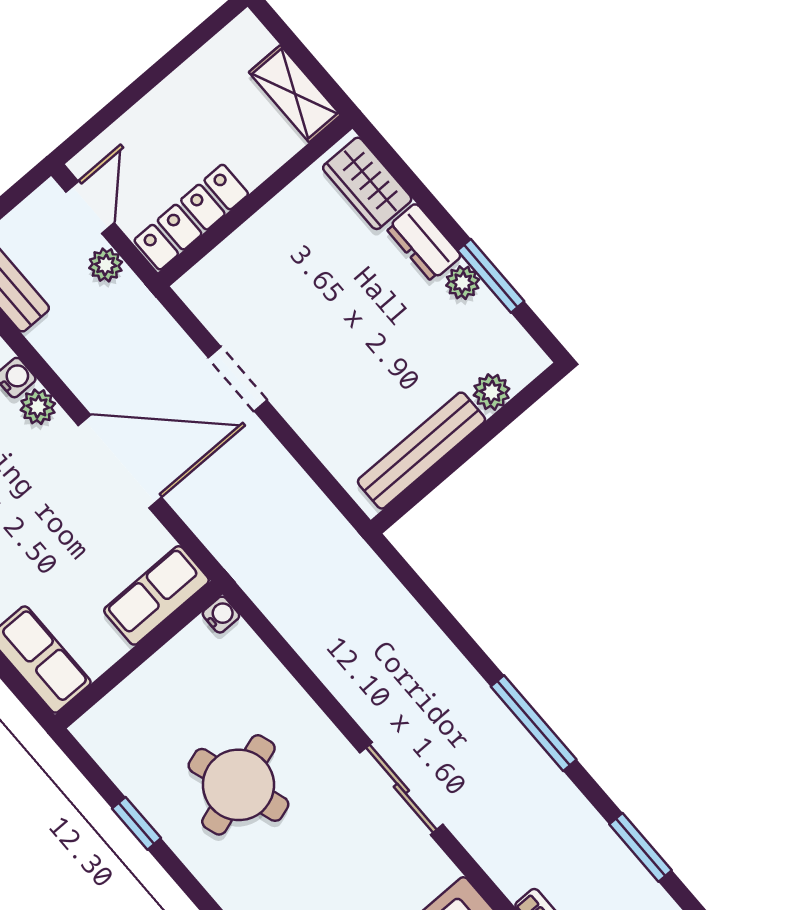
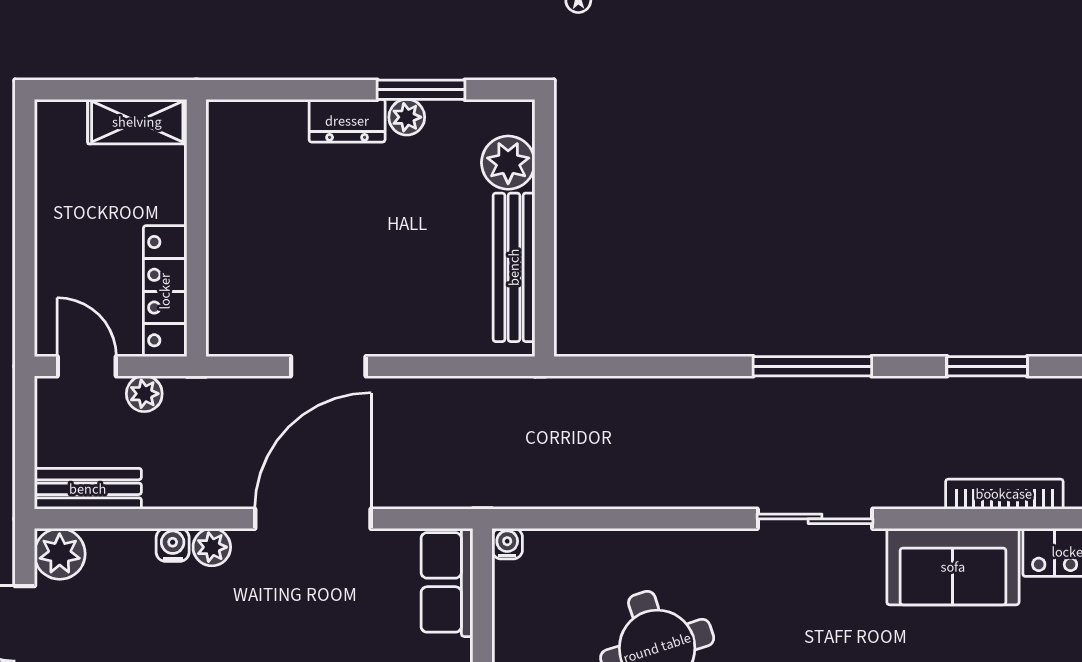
wardrobe: (367, 183) -> (260, 125), removed
plant: (492, 392) -> (508, 163), width x1.38, depth x1.38
sliding door: (401, 789) -> (815, 519), moved

